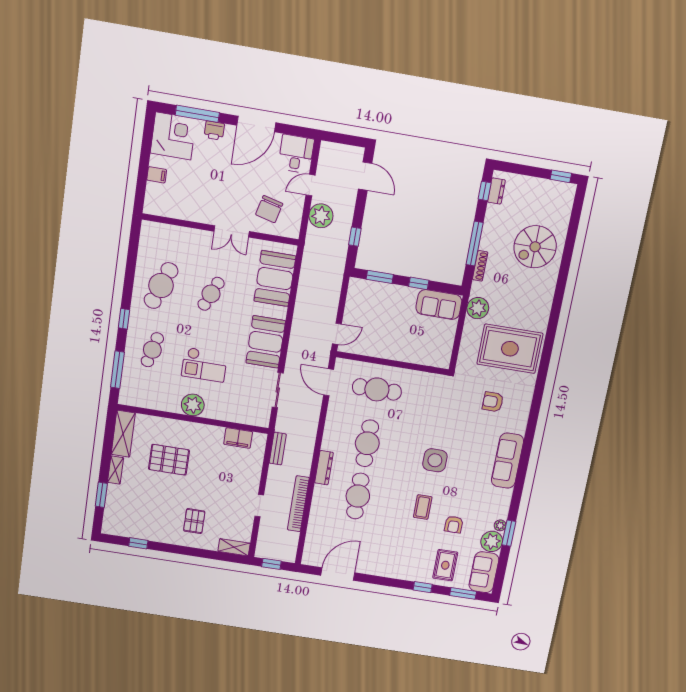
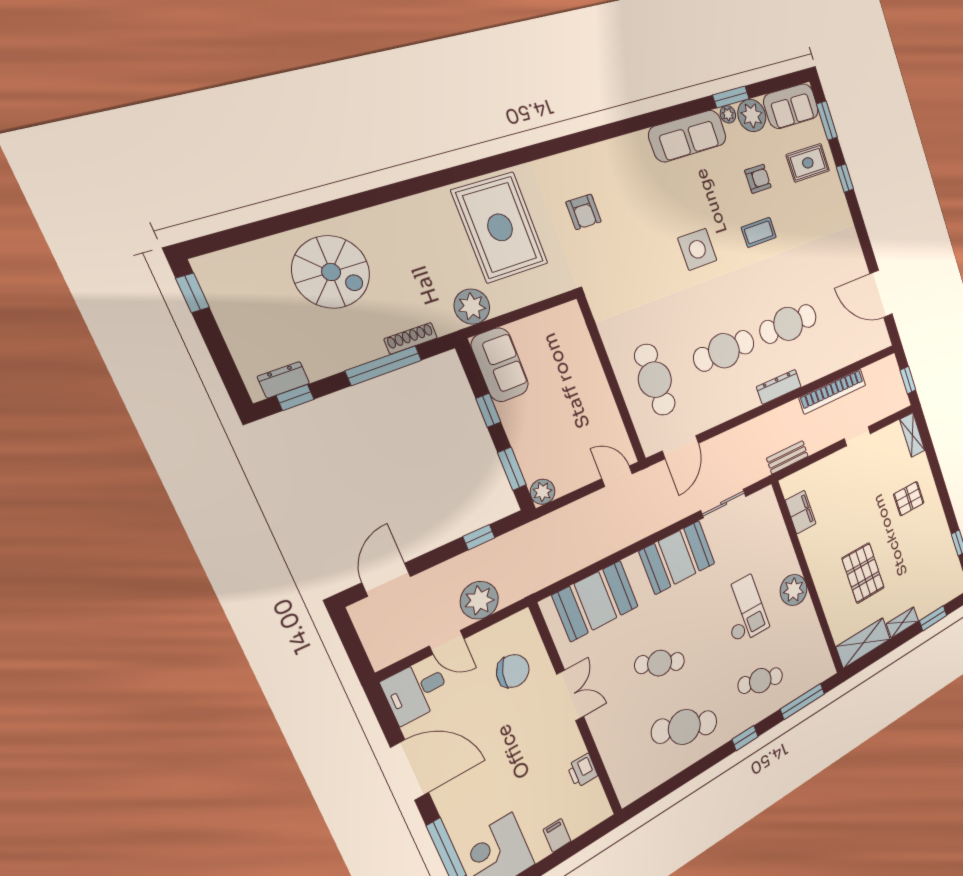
printer: (214, 131) -> (582, 771), moved, turned 180
plant: (356, 286) -> (543, 492), added
sofa: (507, 461) -> (688, 136), moved

